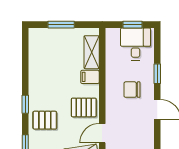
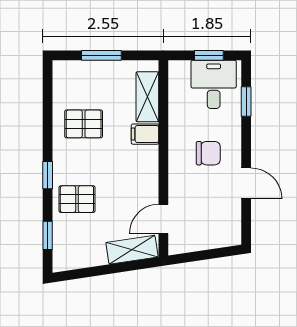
window: (157, 74) -> (246, 102), moved
chair: (132, 90) -> (208, 153), turned 180
pallet: (84, 107) -> (84, 124), moved

